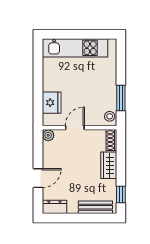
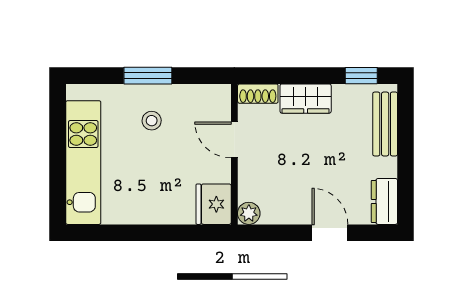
window: (121, 98) -> (148, 76), moved
fridge: (52, 103) -> (214, 204), moved, turned -90
stool: (110, 116) -> (152, 121), moved
door: (75, 128) -> (234, 140), moved

